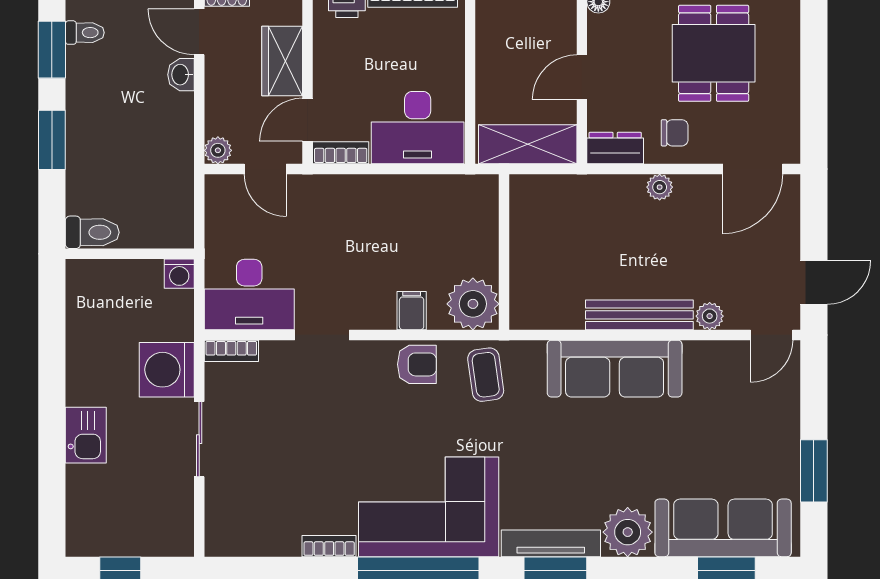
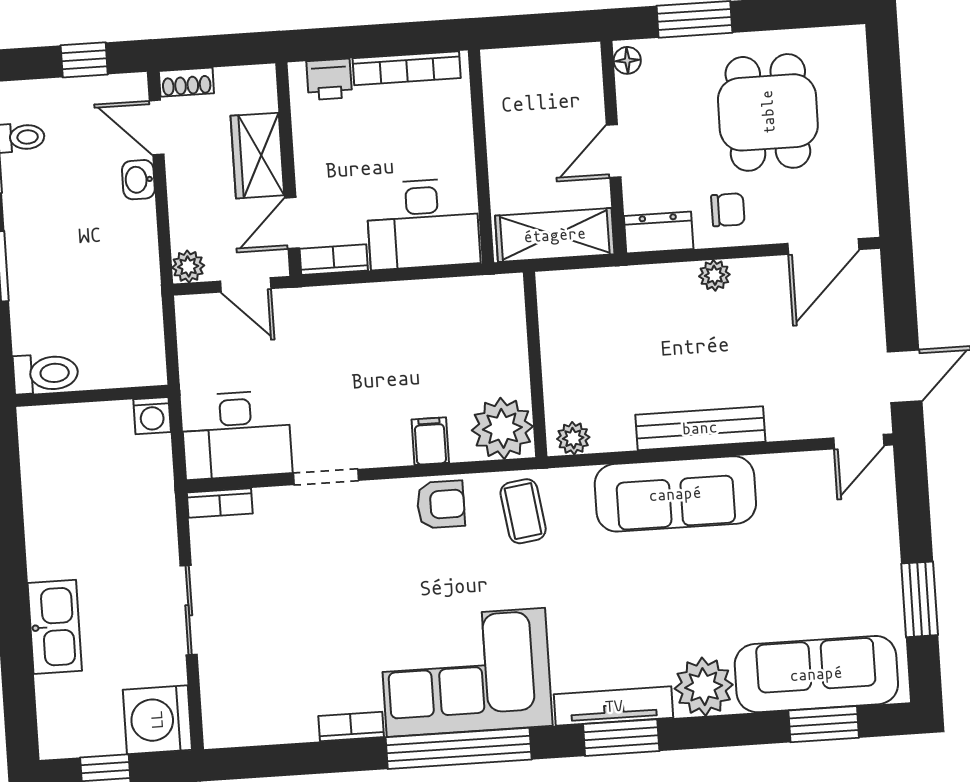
plant: (710, 316) -> (573, 438), moved
washing machine: (167, 370) -> (157, 720), moved
kitchen sink: (86, 435) -> (55, 627), width x1.38

